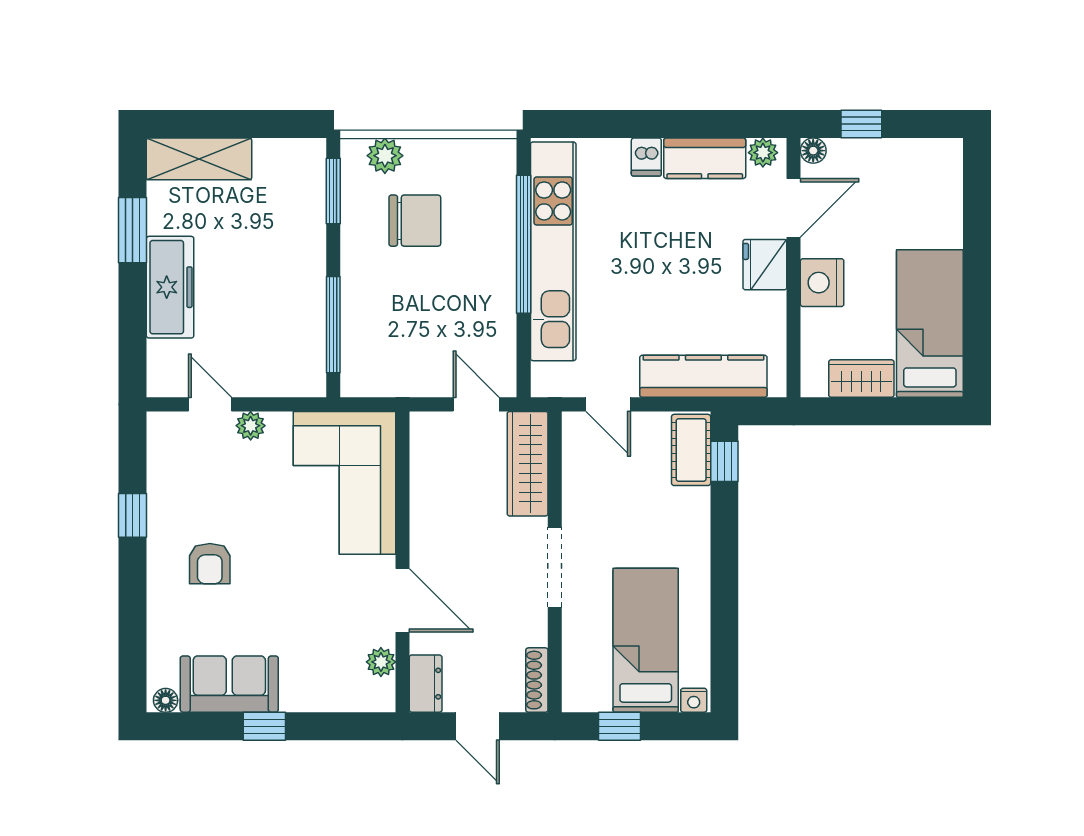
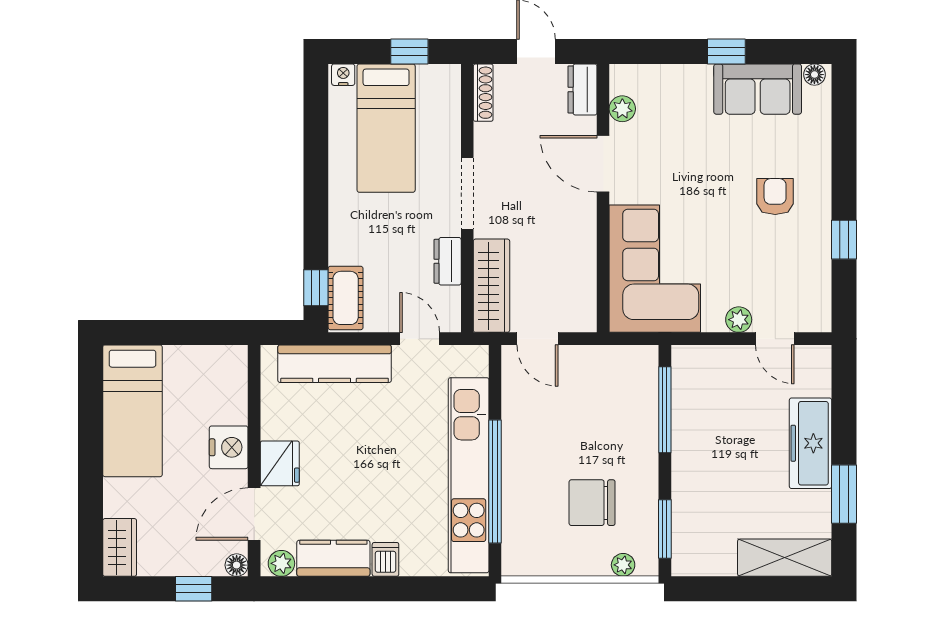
plant: (385, 156) -> (623, 565), width x0.73, depth x0.73
wardrobe: (861, 379) -> (120, 547), moved, turned -90
dresser: (577, 491) -> (448, 261), added

